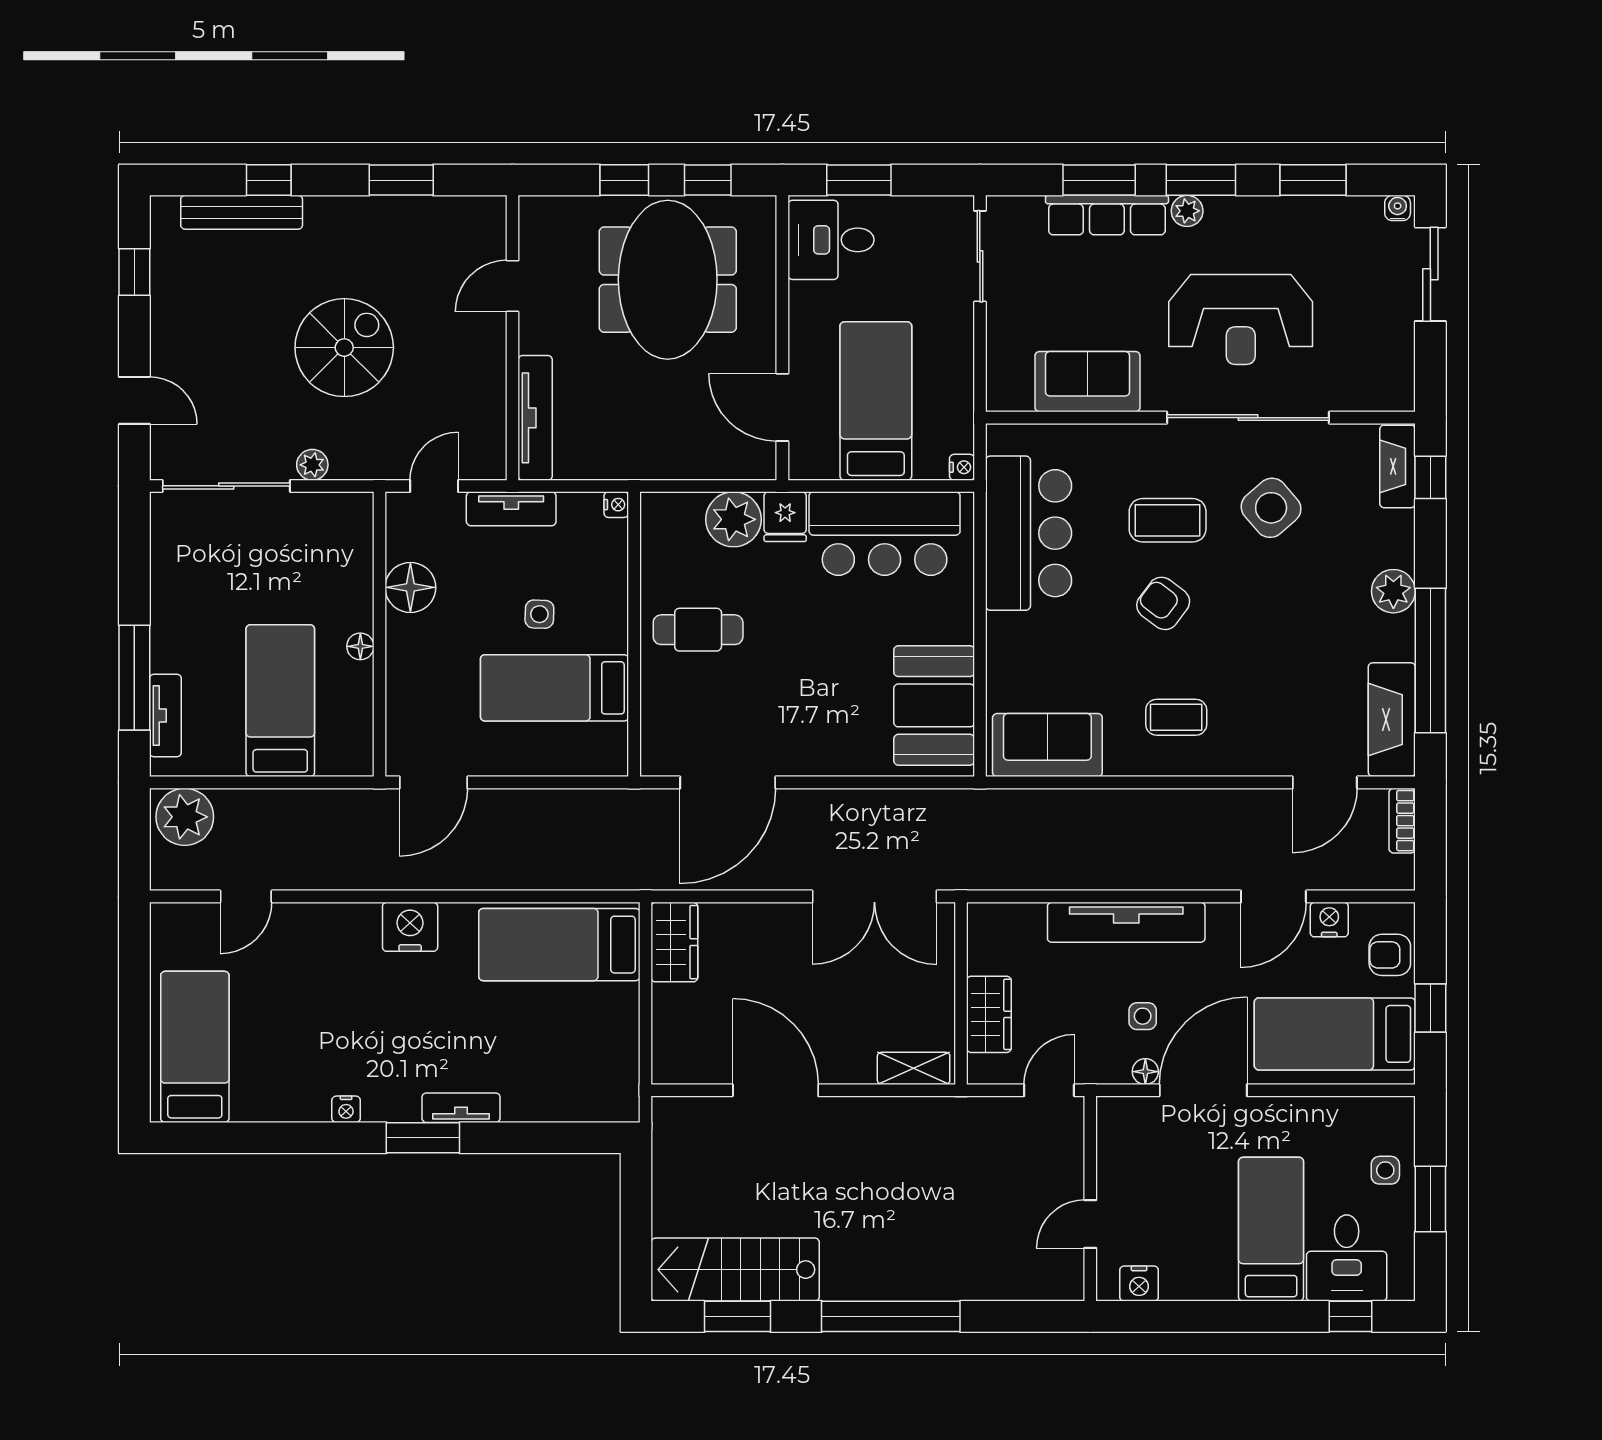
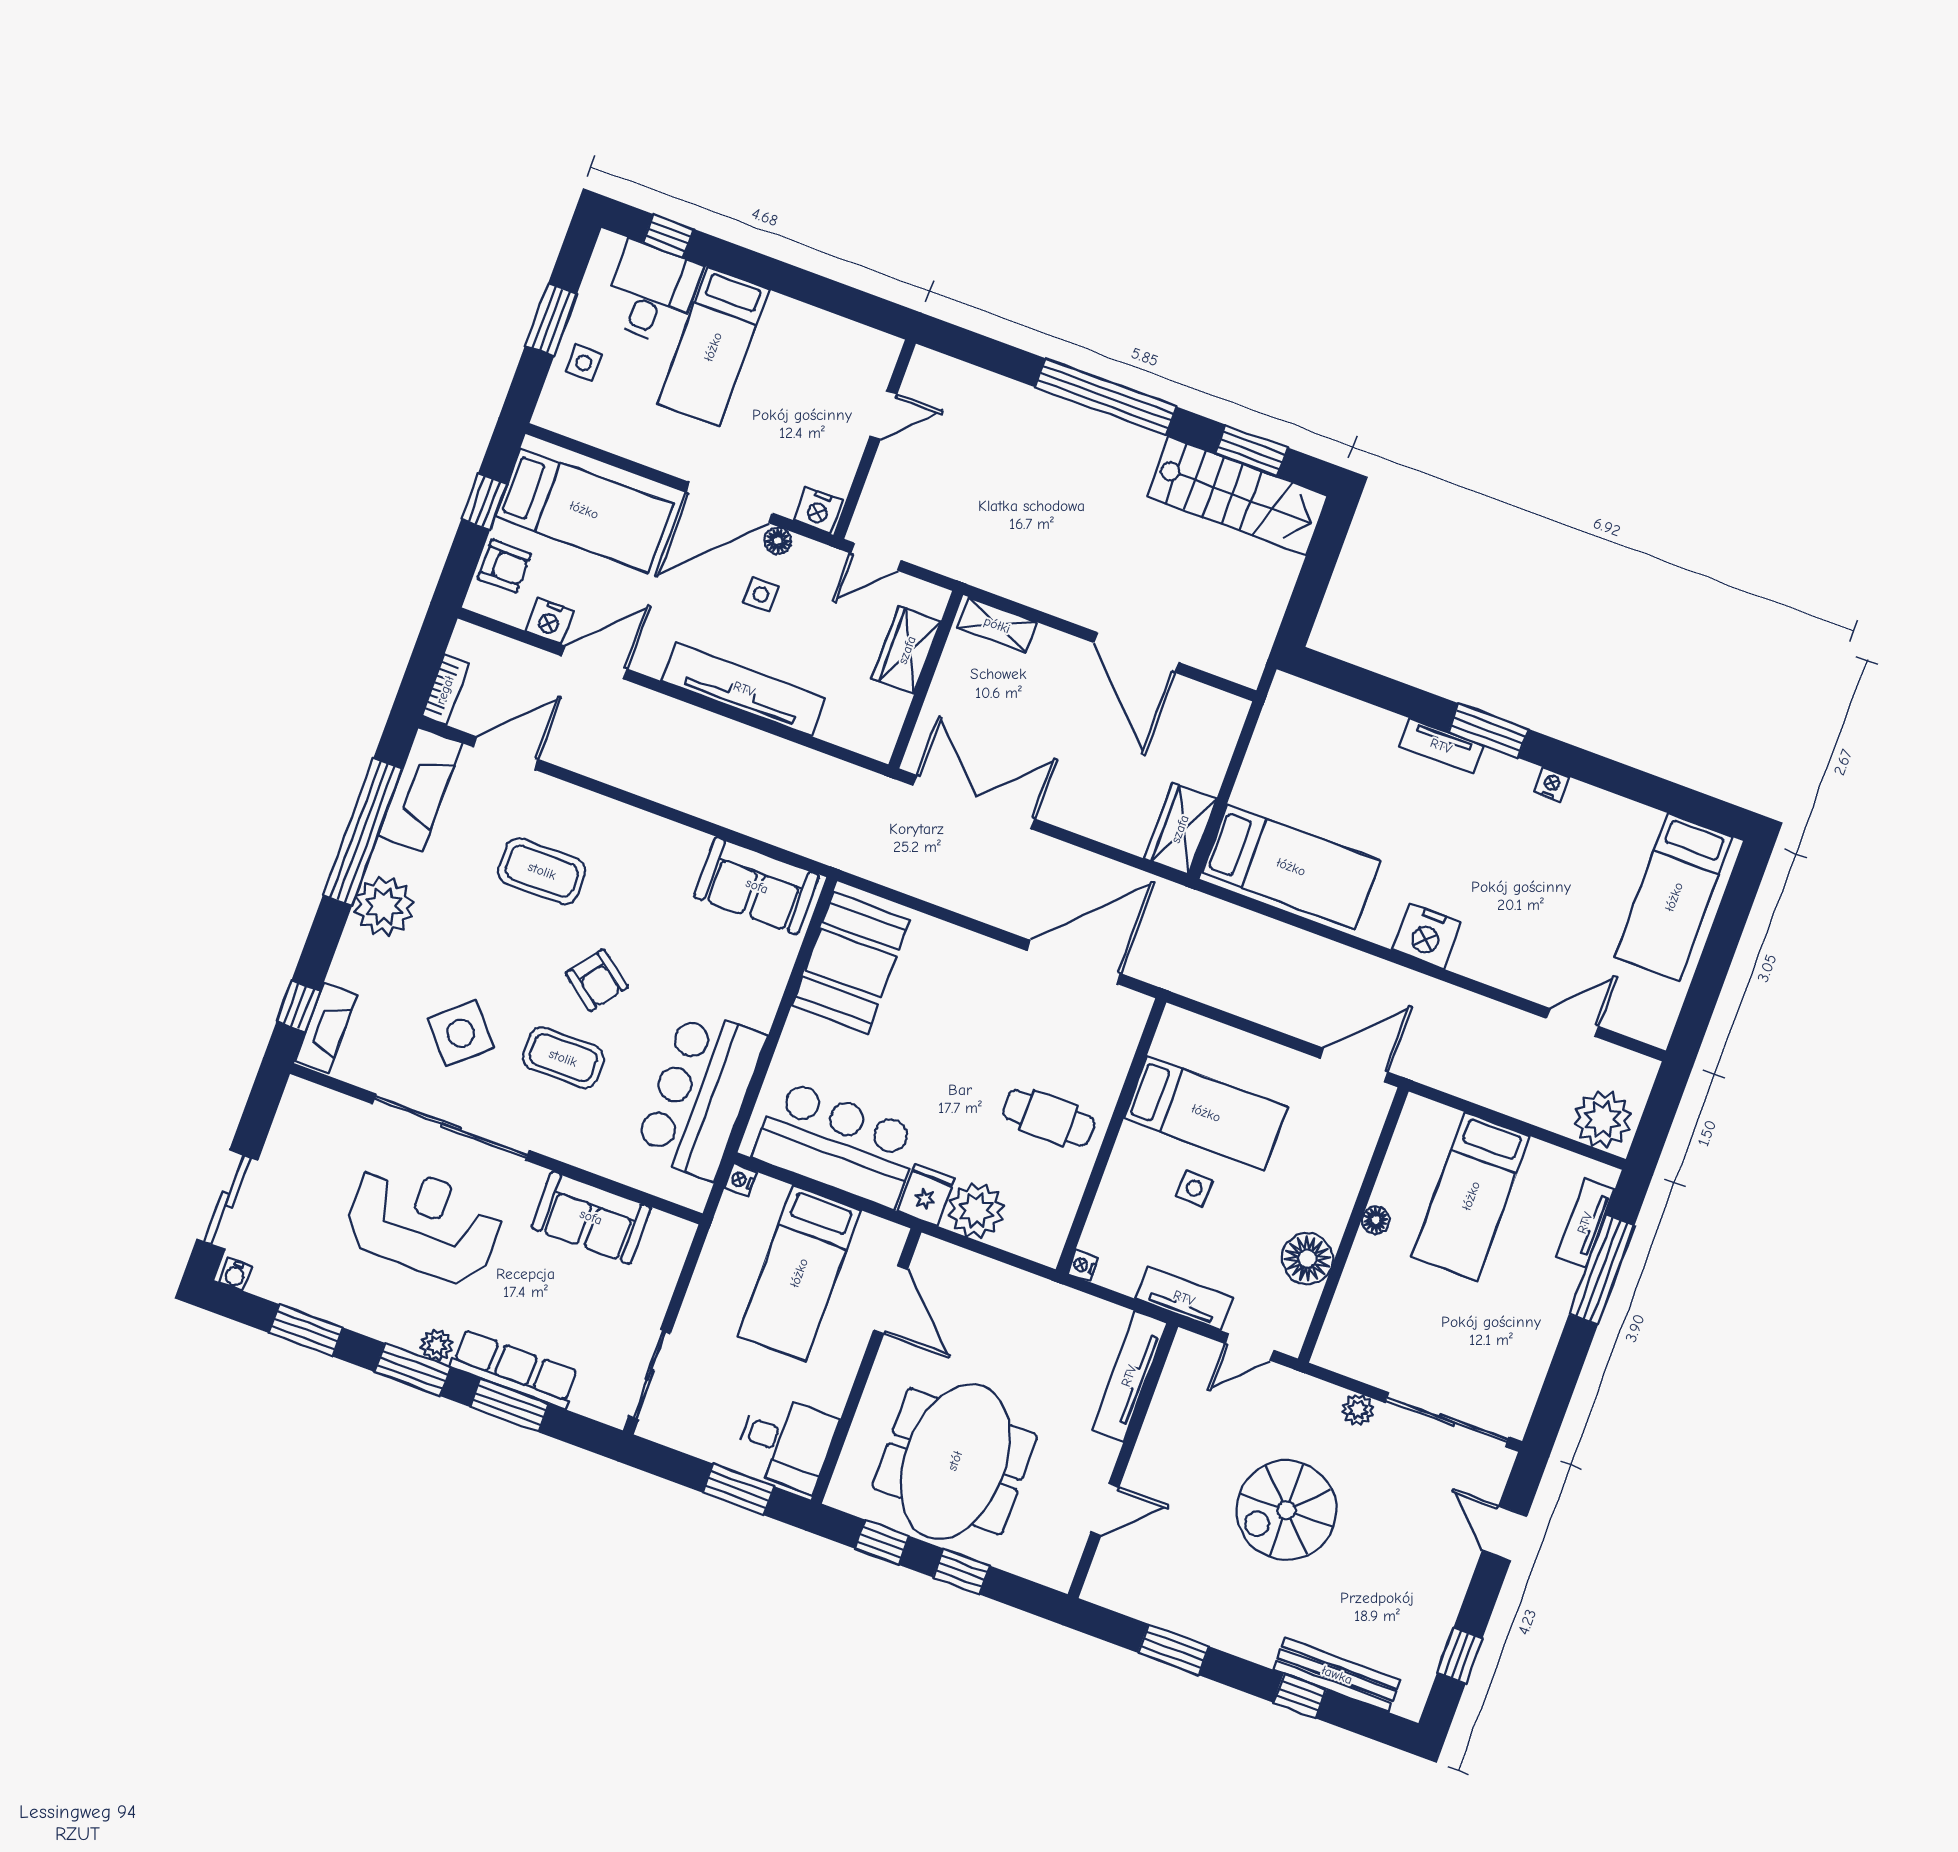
plant: (1393, 591) -> (384, 906), width x1.36, depth x1.36
coffee table: (1176, 717) -> (542, 871), moved, width x1.36, depth x1.30
nightstand: (1139, 1284) -> (818, 510), moved, turned 180

